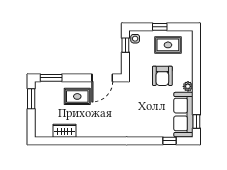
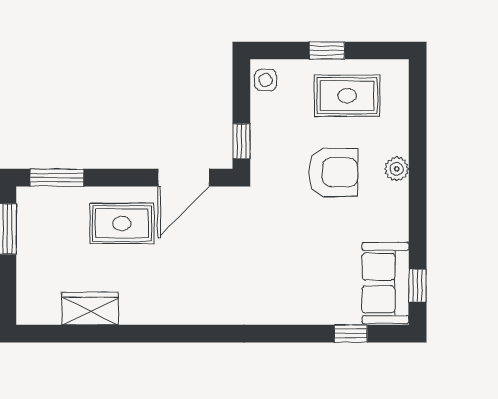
window: (125, 45) -> (241, 141), moved
armchair: (162, 76) -> (333, 172), turned -90
plant: (188, 86) -> (397, 169), moved
sofa: (183, 114) -> (385, 283), width x0.73

